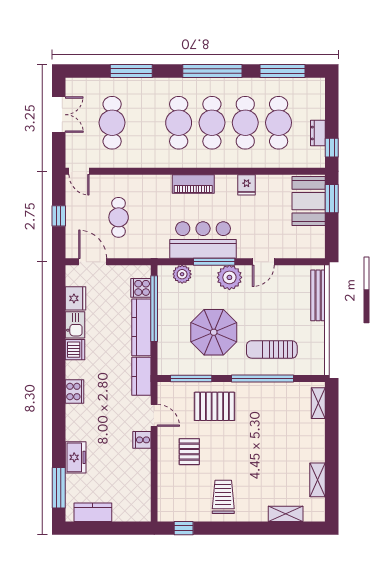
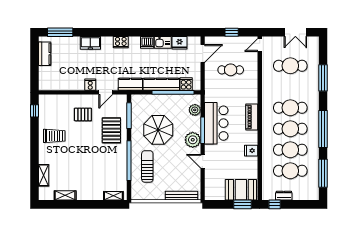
freezer: (76, 457) -> (90, 43), moved

